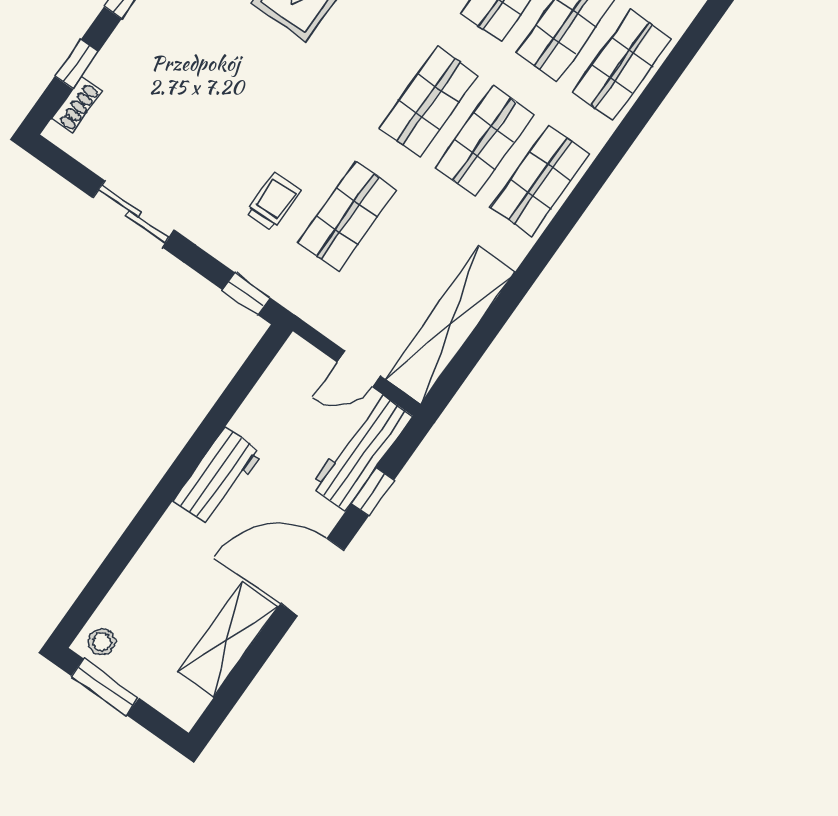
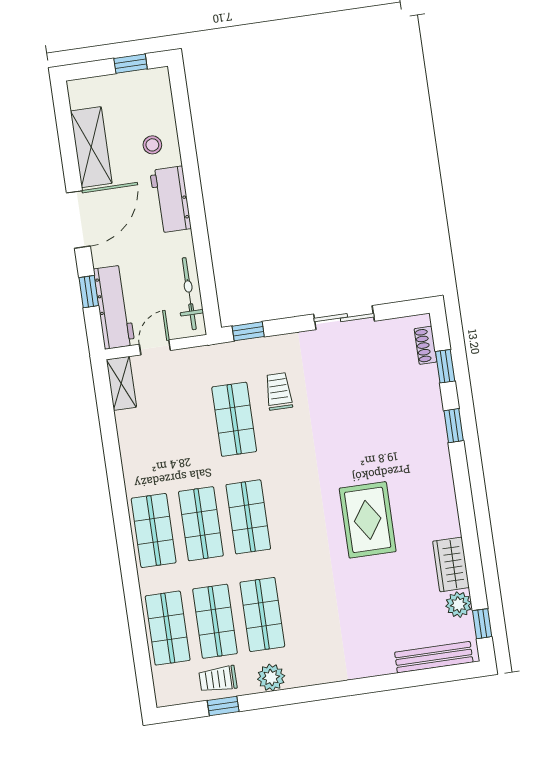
trolley: (274, 202) -> (279, 391), turned 180
shelving: (450, 325) -> (121, 383), width x0.45, depth x0.75
bicycle: (270, 391) -> (189, 294), added
workbench: (218, 477) -> (171, 199), moved
stool: (102, 642) -> (152, 145), moved
window: (105, 687) -> (131, 64), width x0.67

